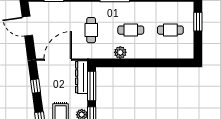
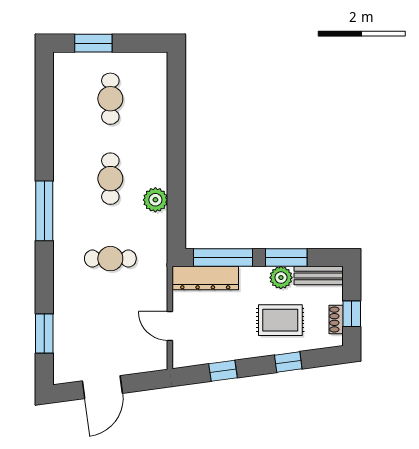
door: (58, 60) -> (170, 326), width x0.53

